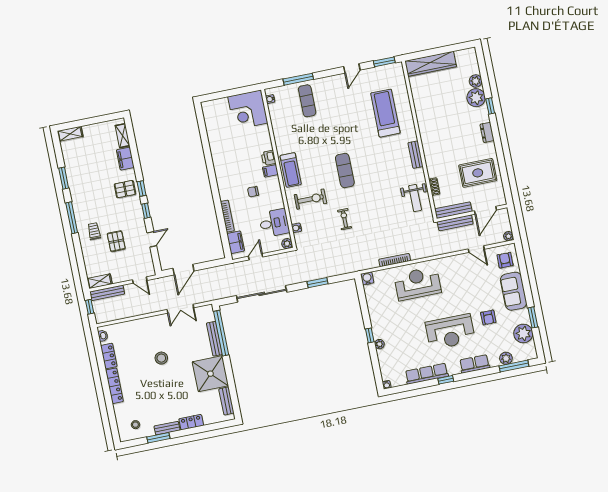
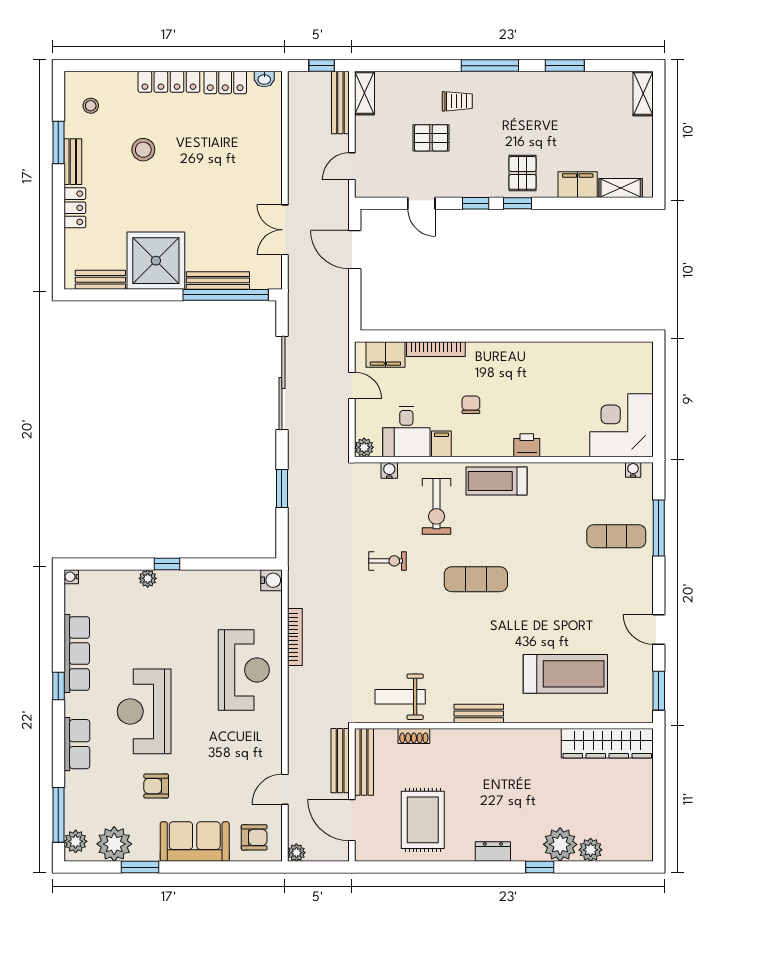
wardrobe: (431, 64) -> (607, 743), moved, turned -90
filing cabinet: (270, 171) -> (441, 444), moved
stool: (161, 358) -> (143, 150), moved
plant: (506, 358) -> (76, 841), moved

